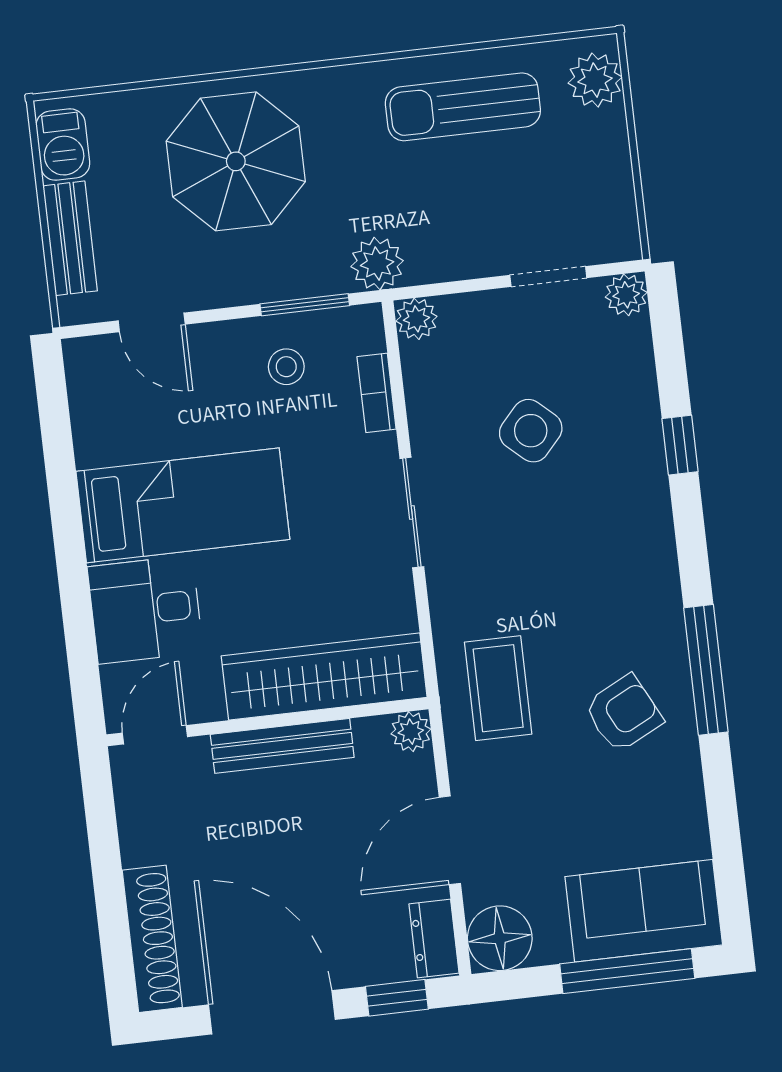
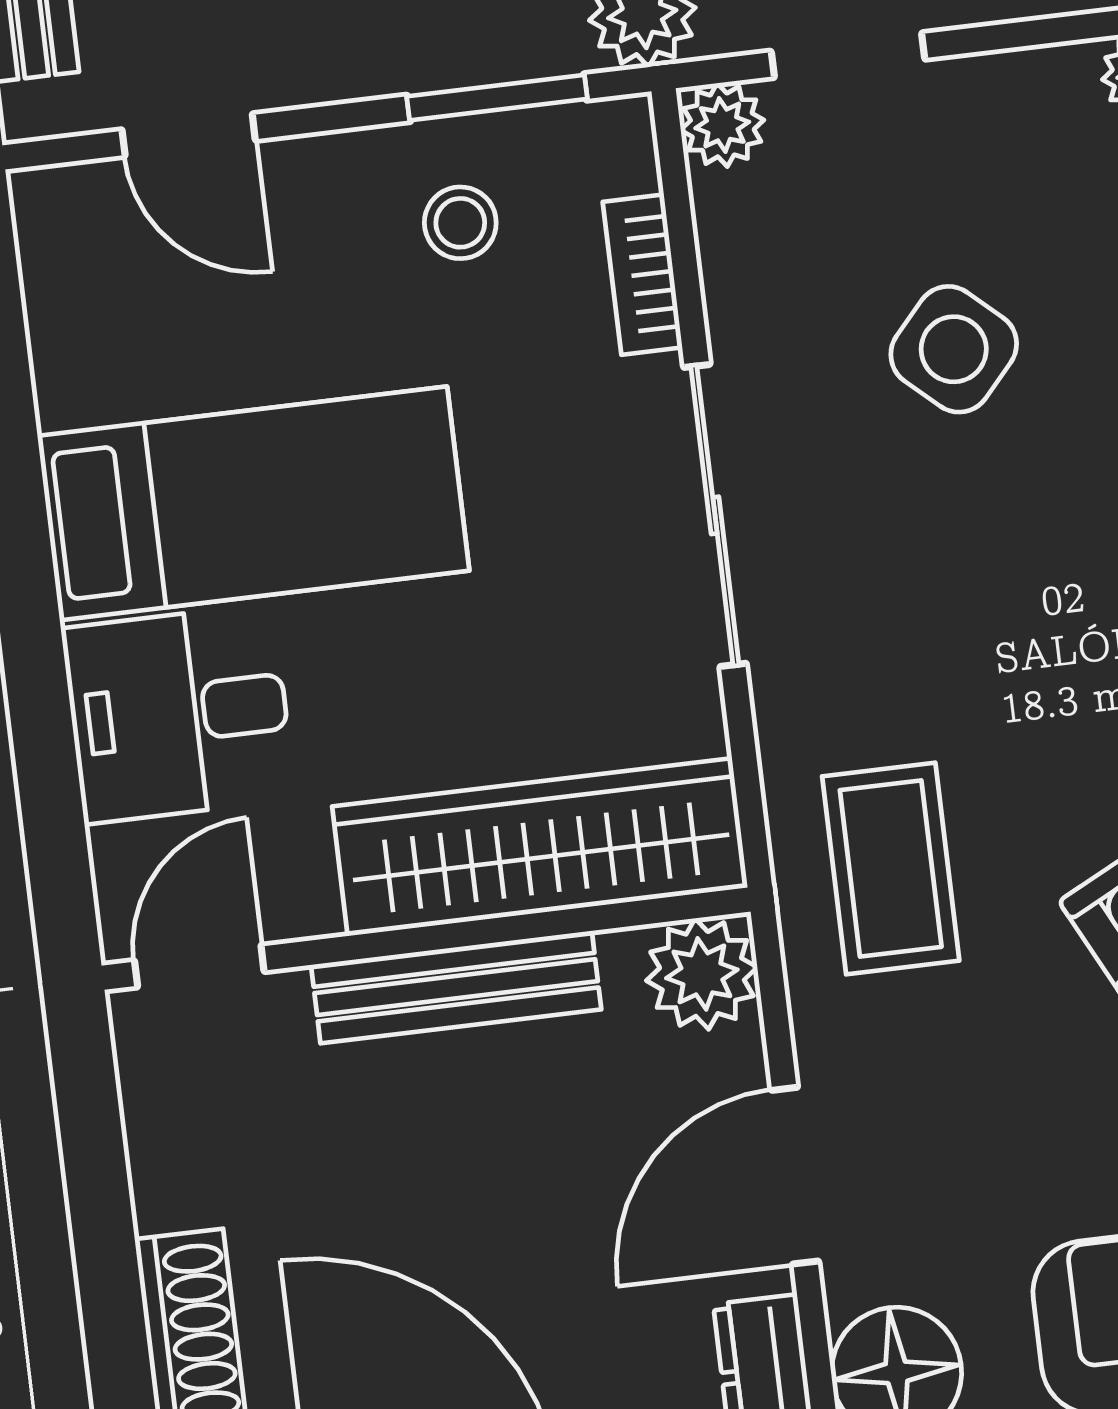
doorway: (548, 277) -> (848, 55), moved
sliding door: (412, 513) -> (715, 515), width x1.37
plant: (411, 732) -> (702, 974), width x1.38, depth x1.38

